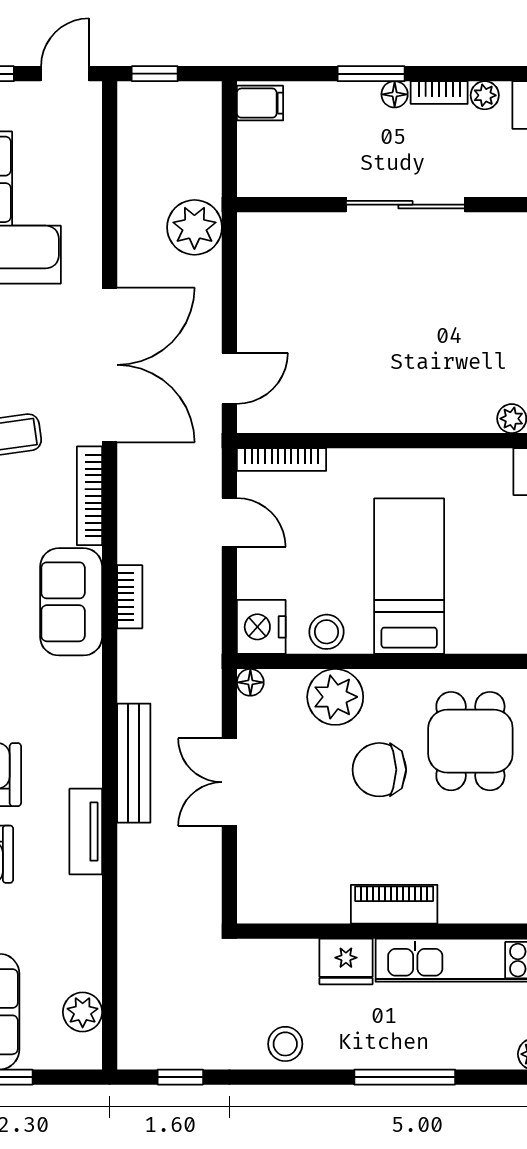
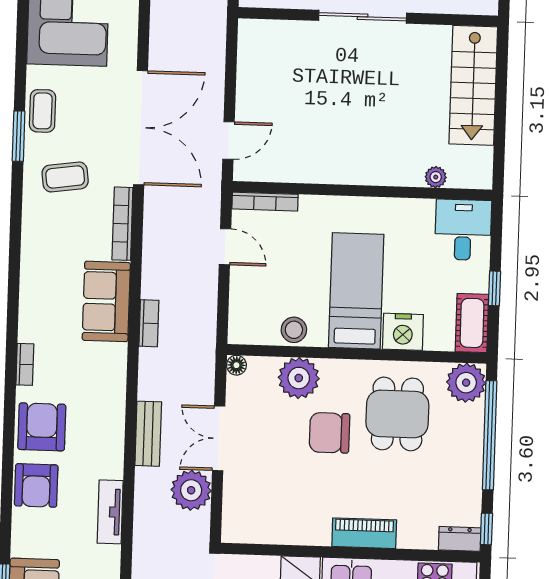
plant: (194, 227) -> (191, 490), moved
bookcase: (130, 597) -> (149, 323), moved
nightstand: (261, 627) -> (403, 332), moved, turned -90
bench: (134, 763) -> (148, 434), width x0.73
tv unit: (86, 832) -> (110, 512), moved
piano: (394, 904) -> (364, 533), moved

